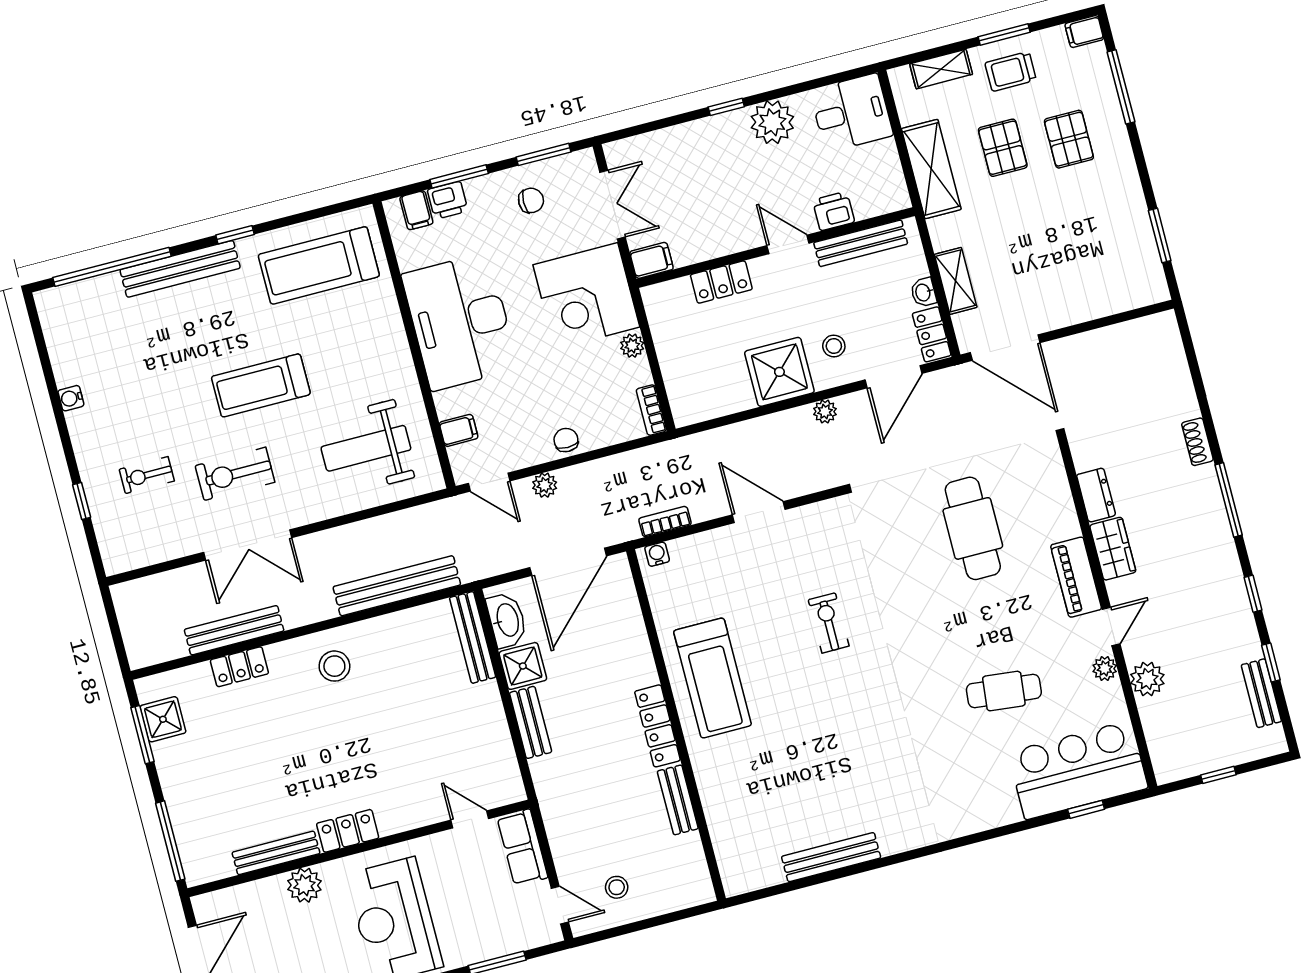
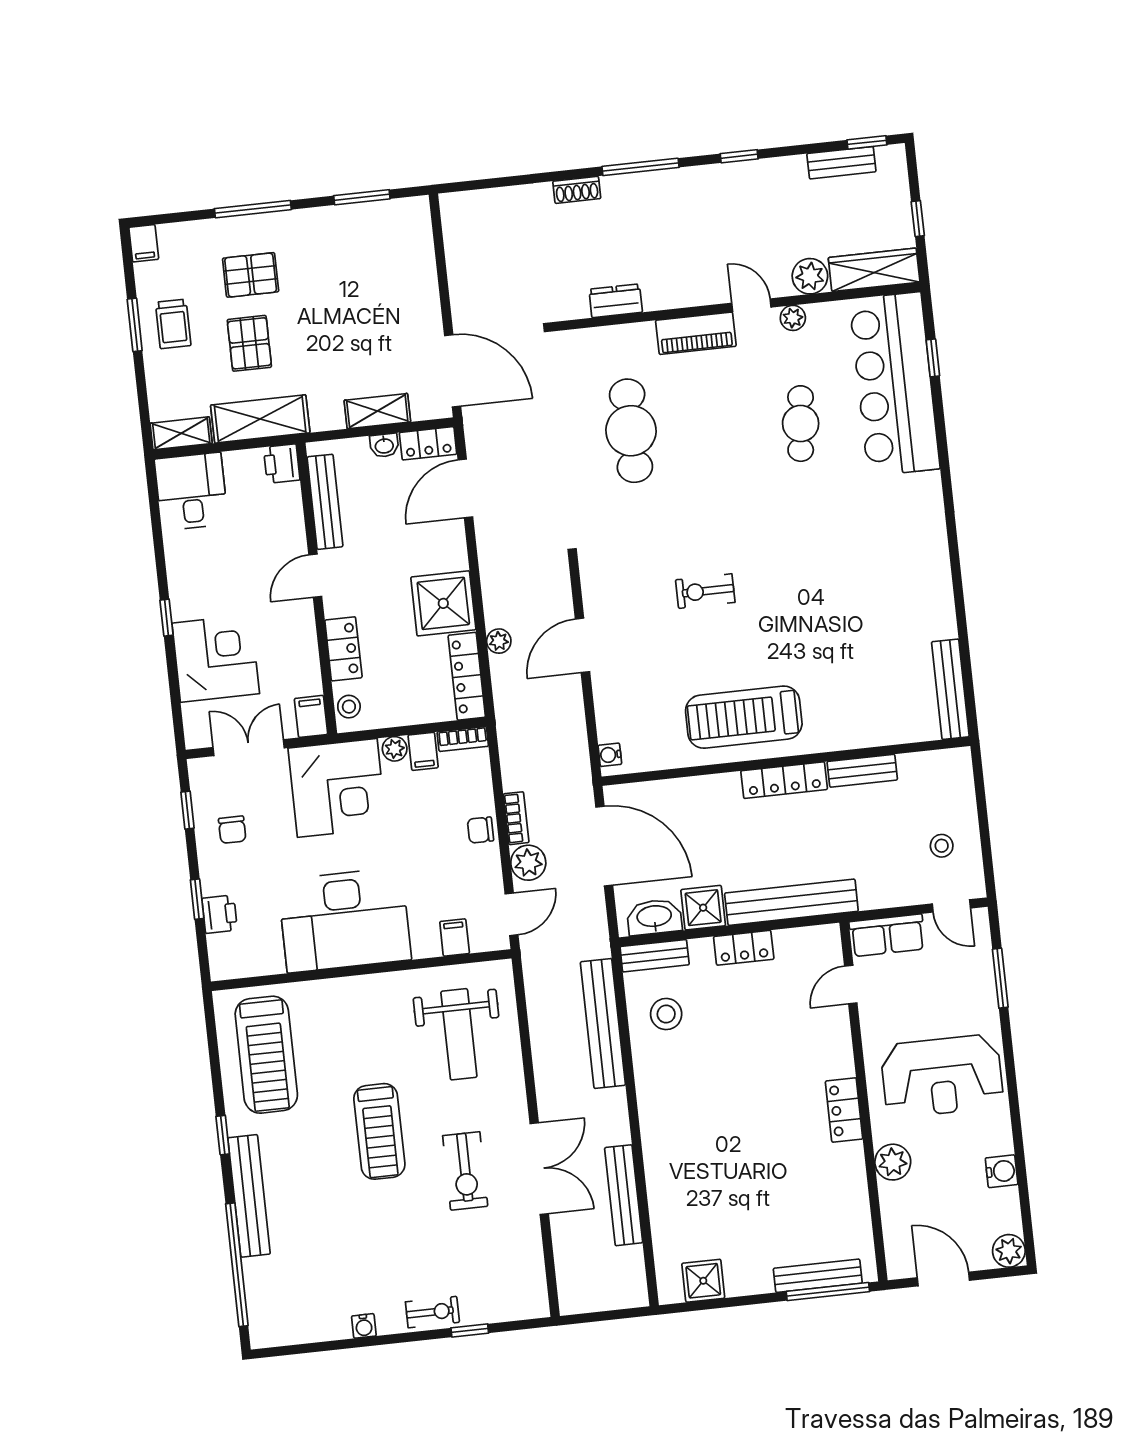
shelving: (941, 69) -> (181, 433), moved, turned 90
window: (1121, 87) -> (253, 209), moved
plant: (772, 122) -> (189, 573), removed
pallet: (1003, 148) -> (249, 343), turned 90
window: (544, 154) -> (187, 810), width x0.67
corner desk: (694, 160) -> (216, 658), added
window: (459, 176) -> (197, 899), width x0.67
chair: (531, 200) -> (232, 830), turned 180
filing cabinet: (416, 210) -> (423, 751), moved, turned 90
printer: (834, 211) -> (282, 464), moved
stool: (834, 346) -> (349, 707), moved
door: (1005, 348) -> (453, 371), hinge flipped
door: (894, 377) -> (465, 488), swing flipped
locker: (713, 405) -> (467, 676), added
plant: (825, 412) -> (499, 641), moved
exercise bike: (147, 475) -> (432, 1312), moved, turned -90
plant: (545, 485) -> (528, 863), width x1.38, depth x1.38
bookcase: (665, 522) -> (516, 818), moved, turned 180
cafe table: (973, 528) -> (631, 431), turned 90
wardrobe: (1113, 549) -> (874, 270), moved, width x1.50
bench: (473, 637) -> (655, 956), width x0.73
window: (1271, 662) -> (867, 142), moved
stool: (334, 666) -> (666, 1014), moved
locker: (239, 667) -> (744, 948), moved, turned 90
treadmill: (713, 678) -> (744, 717), turned 180
bench: (531, 722) -> (791, 902), width x1.86, depth x1.21
window: (143, 735) -> (716, 1304), removed
bar counter: (1078, 770) -> (894, 384), width x1.36
bench: (276, 853) -> (818, 1276), moved, turned 90
bench: (831, 857) -> (950, 689), moved
door: (560, 905) -> (951, 906), swing flipped

